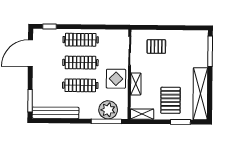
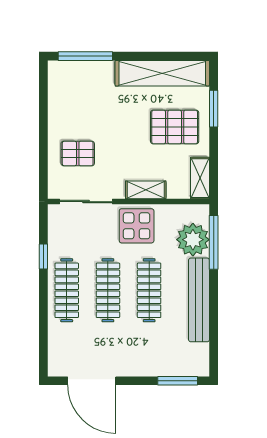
window: (50, 27) -> (43, 257), moved
pallet: (156, 46) -> (78, 153), turned 90
bench: (56, 113) -> (199, 300), moved

